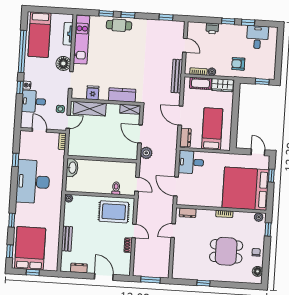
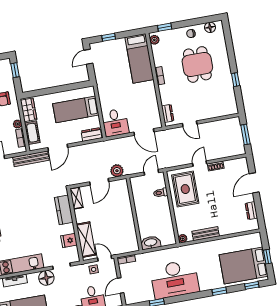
door: (180, 116) -> (58, 147), moved
door: (176, 187) -> (144, 132), hinge flipped
bed: (246, 189) -> (139, 58), width x0.49
bench: (67, 239) -> (206, 234), moved

